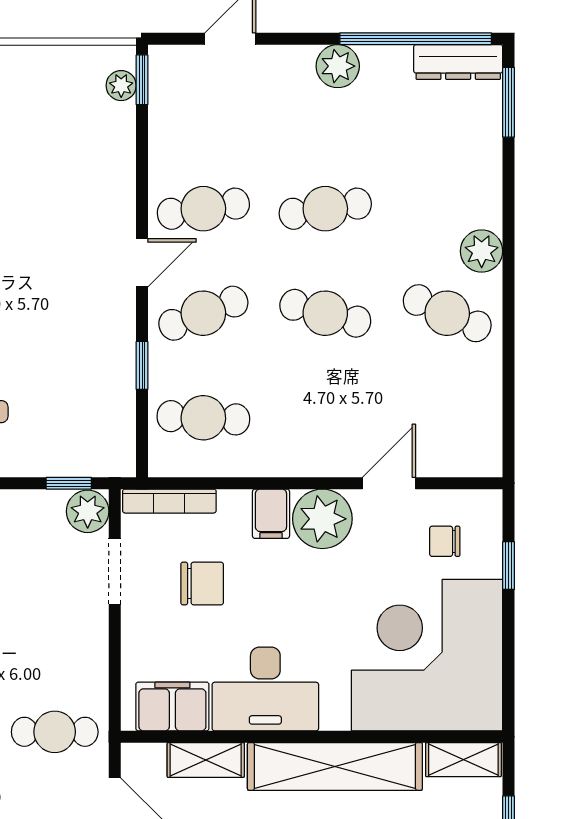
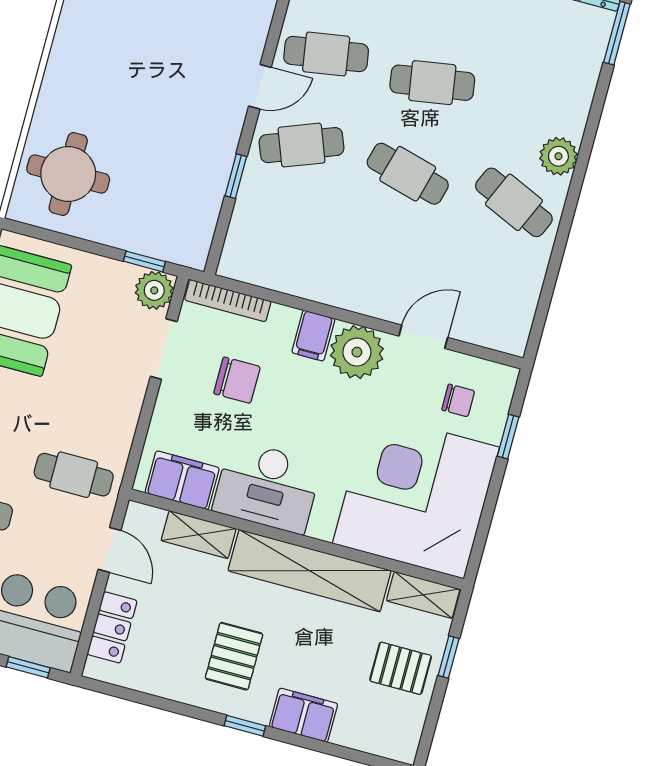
cafe table: (203, 418) -> (277, 236), removed
chair: (445, 541) -> (458, 400), turned 180

